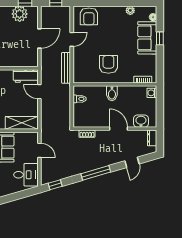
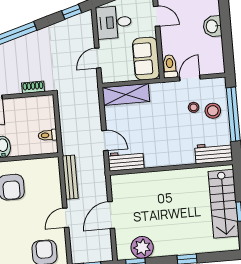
door: (39, 150) -> (98, 58), hinge flipped

